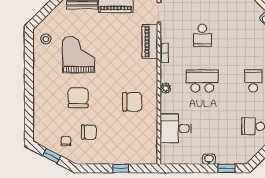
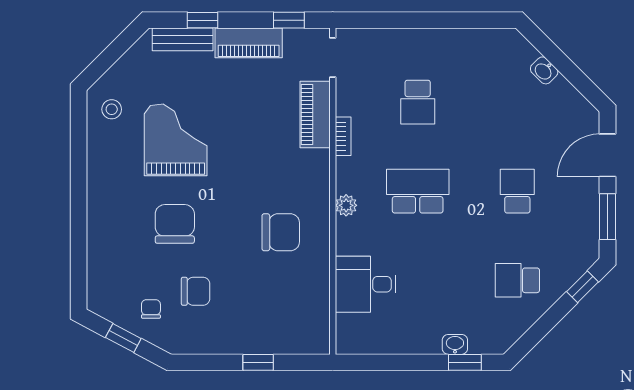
washbasin: (209, 159) -> (455, 344), moved

